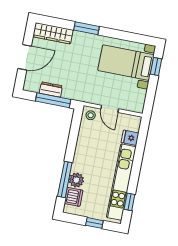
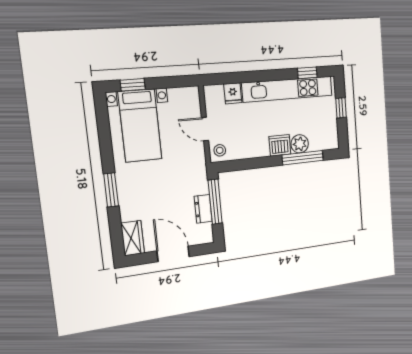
wardrobe: (53, 33) -> (133, 238), width x0.67
door: (110, 109) -> (205, 129), swing flipped
dishwasher: (74, 197) -> (280, 145), moved

